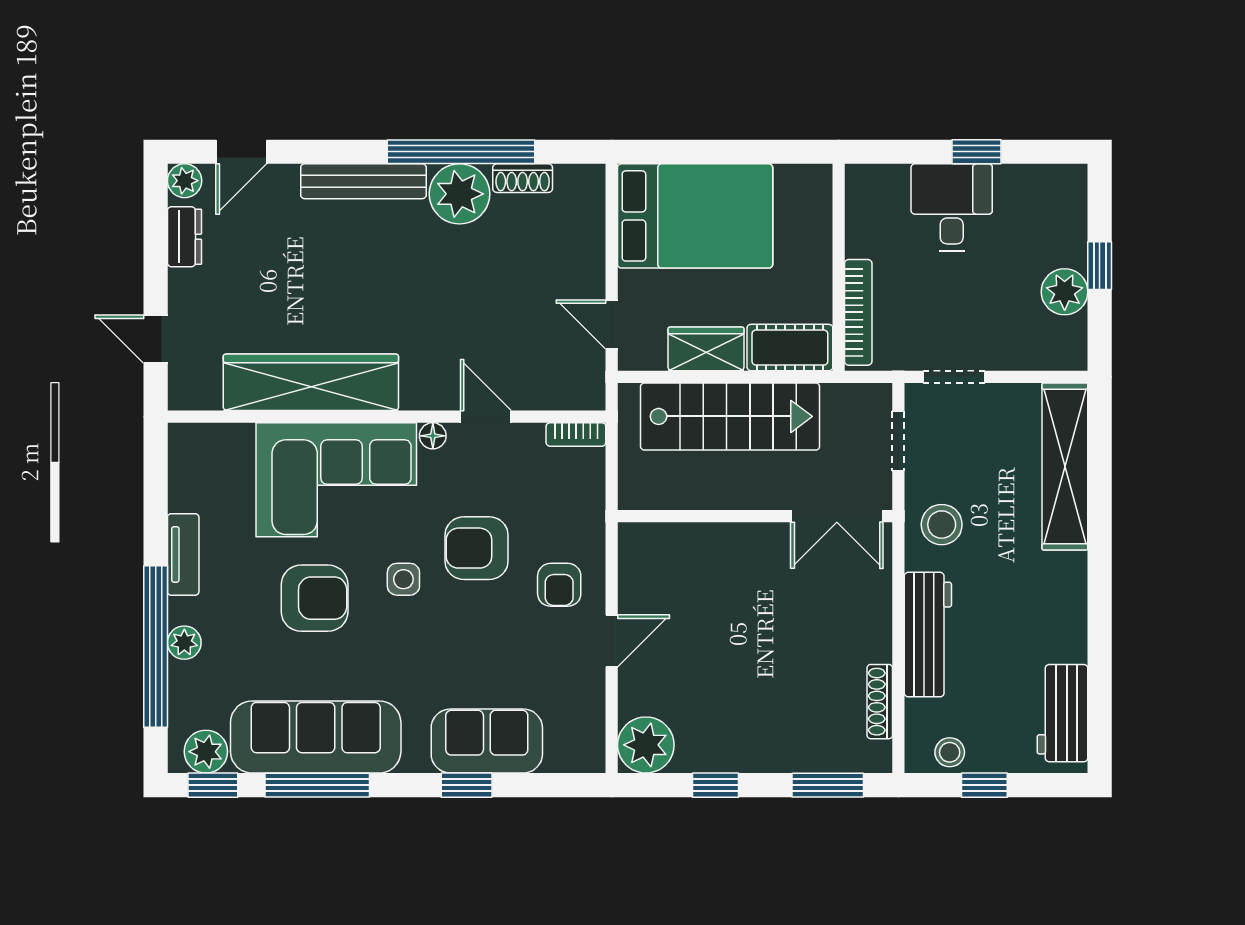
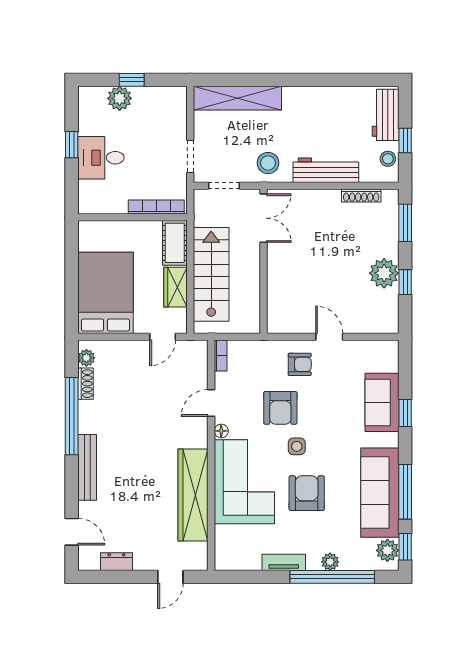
plant: (185, 181) -> (87, 562), removed
plant: (459, 194) -> (86, 358), moved, width x0.53, depth x0.53
plant: (1065, 292) -> (120, 98), moved
workbench: (1062, 713) -> (386, 115), moved, turned 90
plant: (646, 745) -> (384, 273), moved

